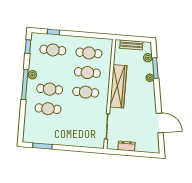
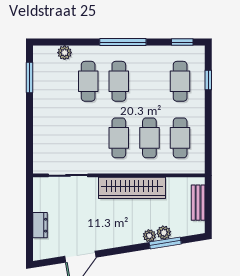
plant: (148, 58) -> (164, 233), moved
plant: (32, 75) -> (65, 53), moved
dresser: (126, 146) -> (40, 225), moved

